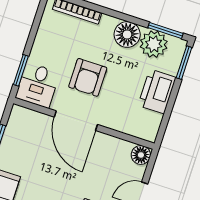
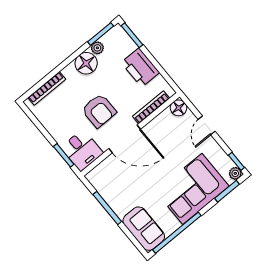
plant: (154, 44) -> (97, 48), width x0.53, depth x0.53
bookcase: (124, 127) -> (151, 107), added

